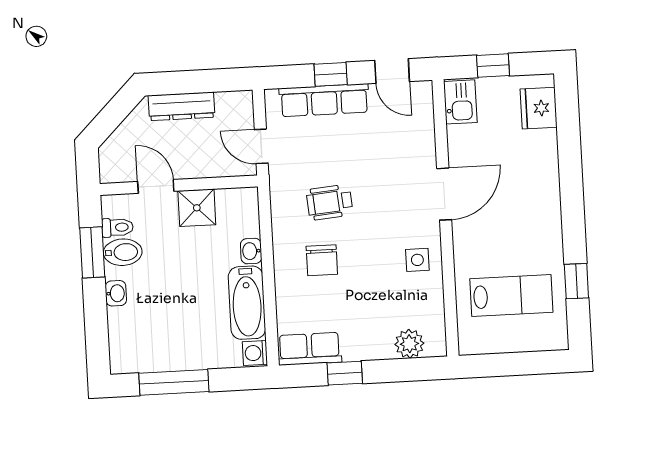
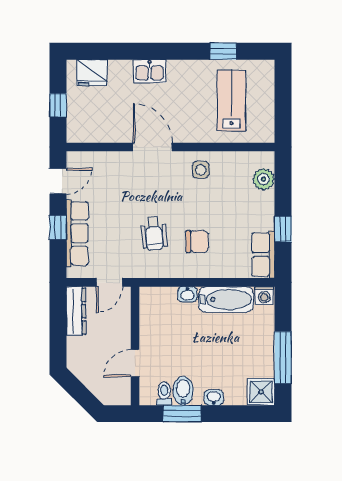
kitchen sink: (460, 102) -> (150, 71), moved, turned 180
dresser: (182, 106) -> (76, 311), moved
shower: (197, 208) -> (261, 392), moved

